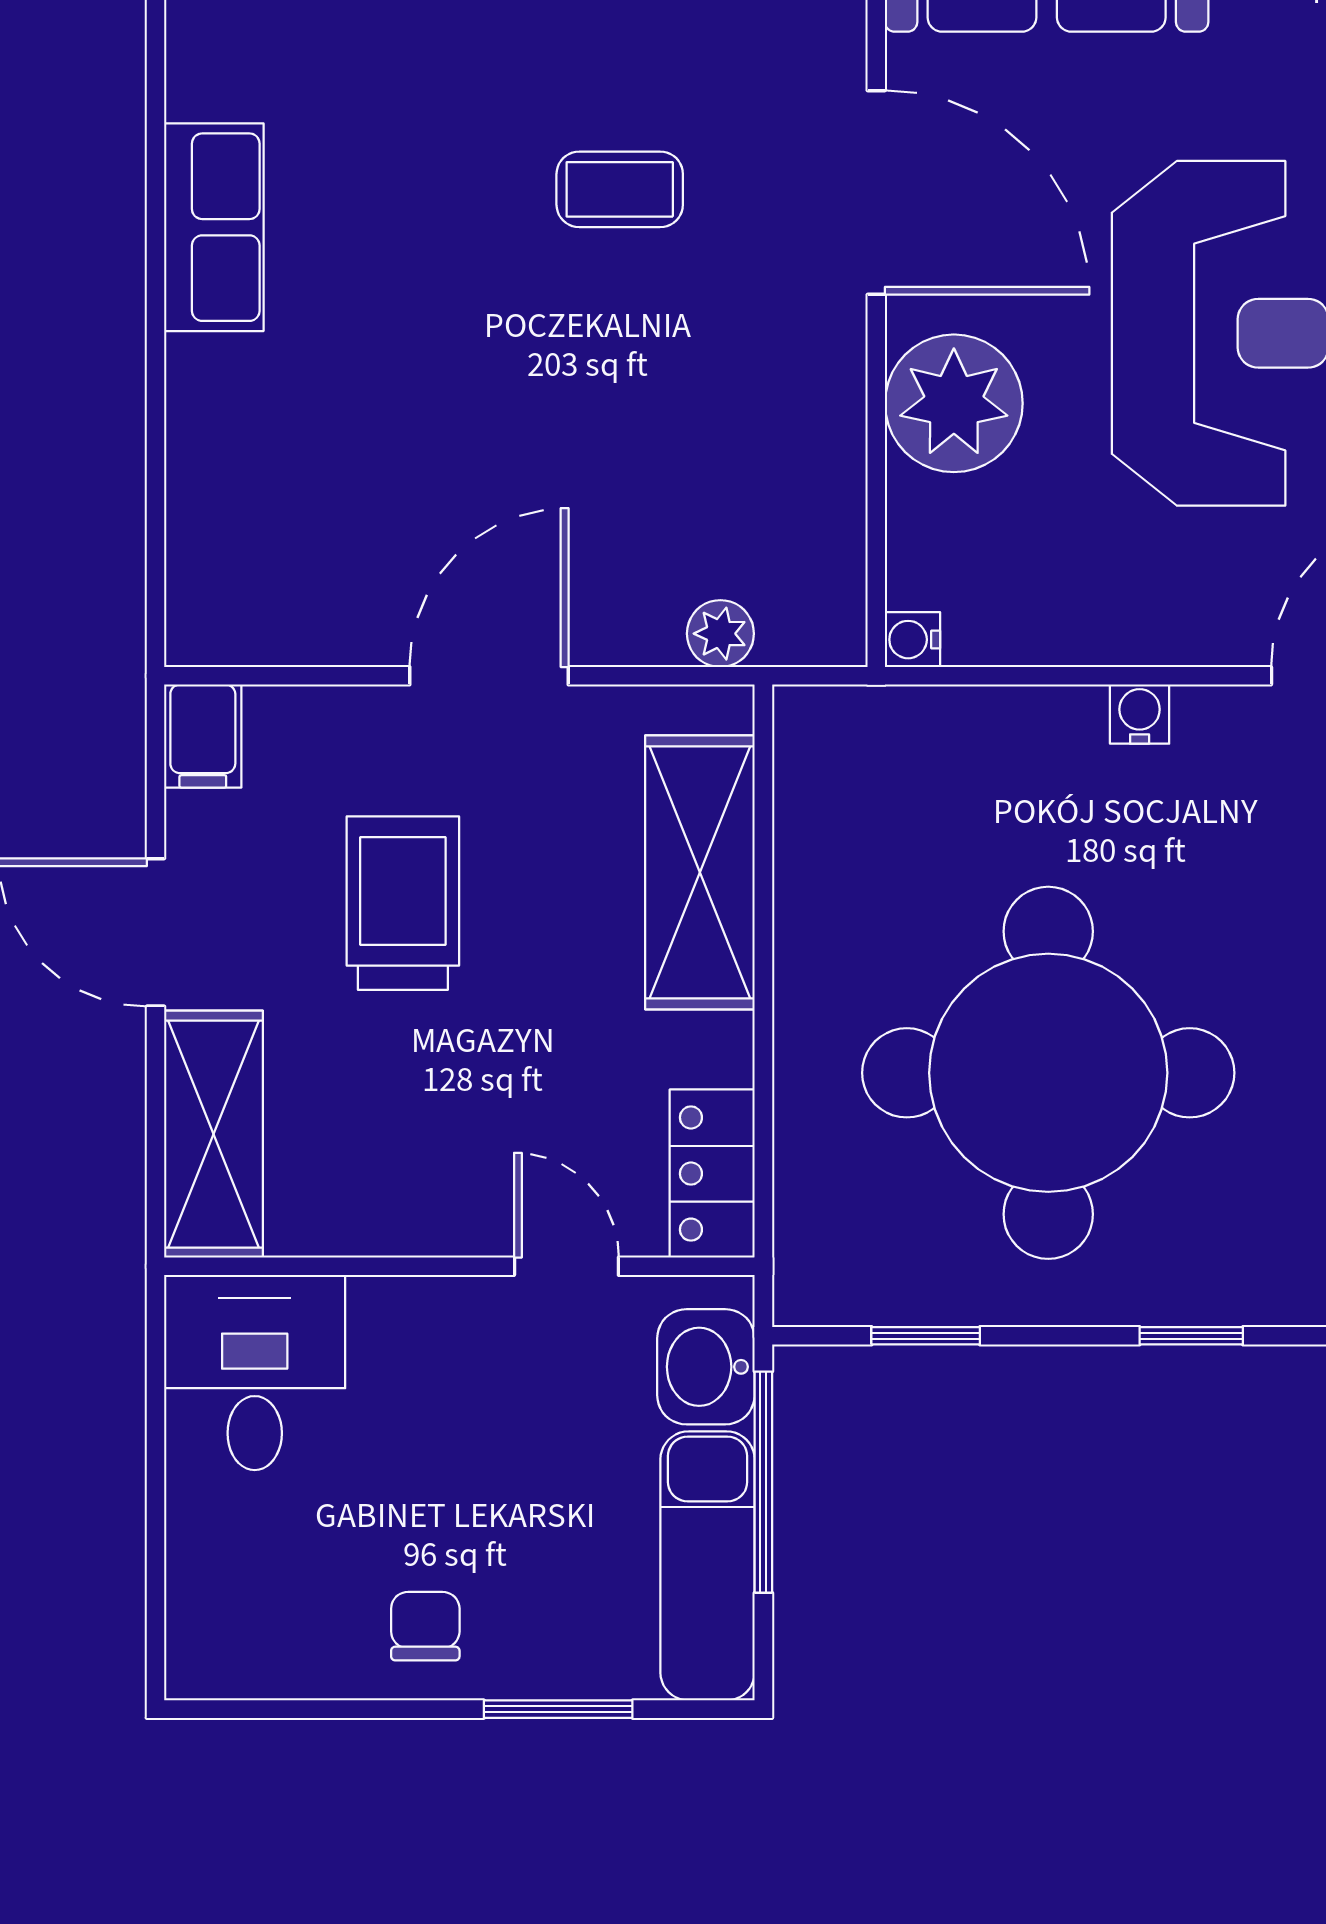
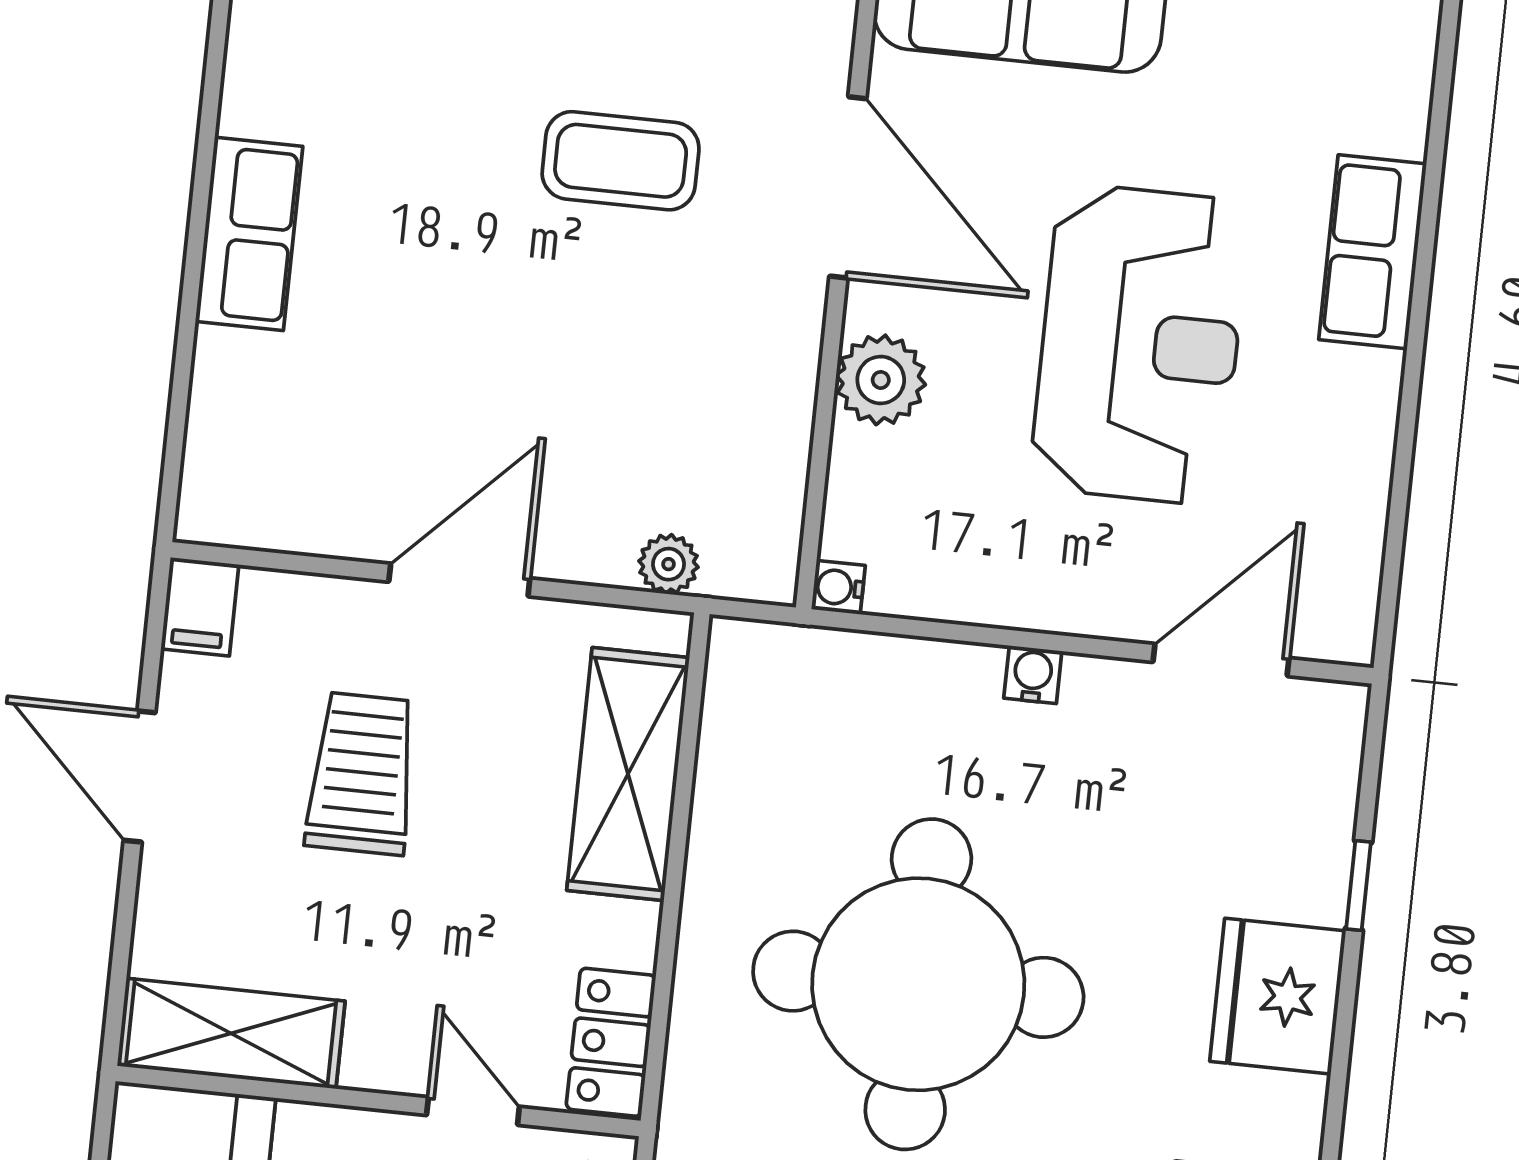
coffee table: (620, 189) -> (621, 161), width x1.36, depth x1.30
row of seats: (214, 227) -> (249, 234), moved
plant: (954, 403) -> (881, 380), width x0.73, depth x0.73
shelving: (214, 1134) -> (231, 1033), moved, turned 90

